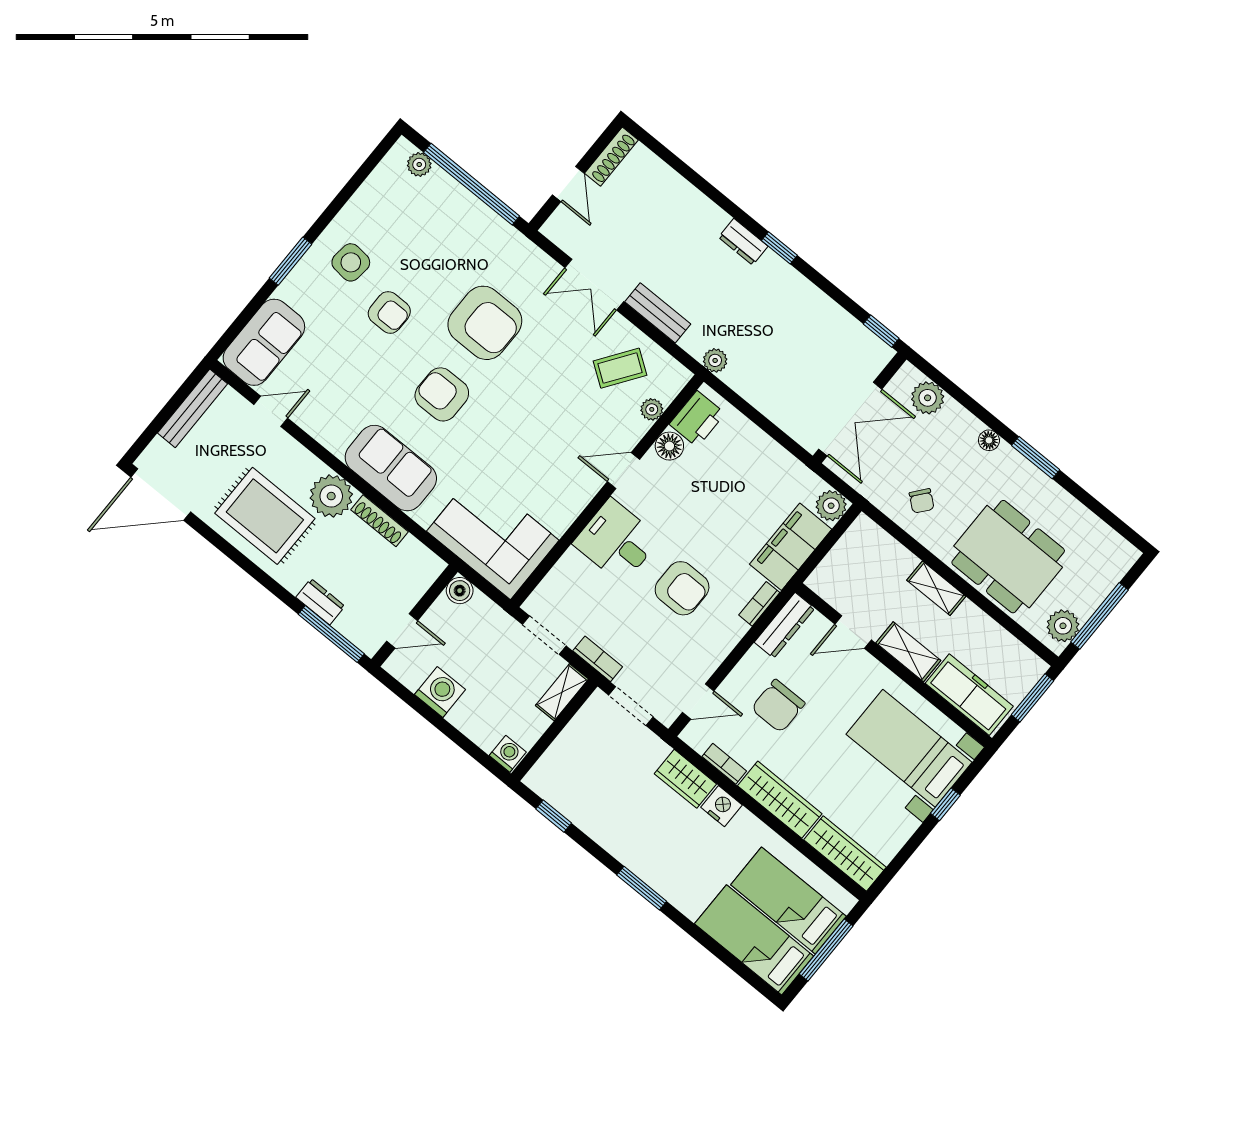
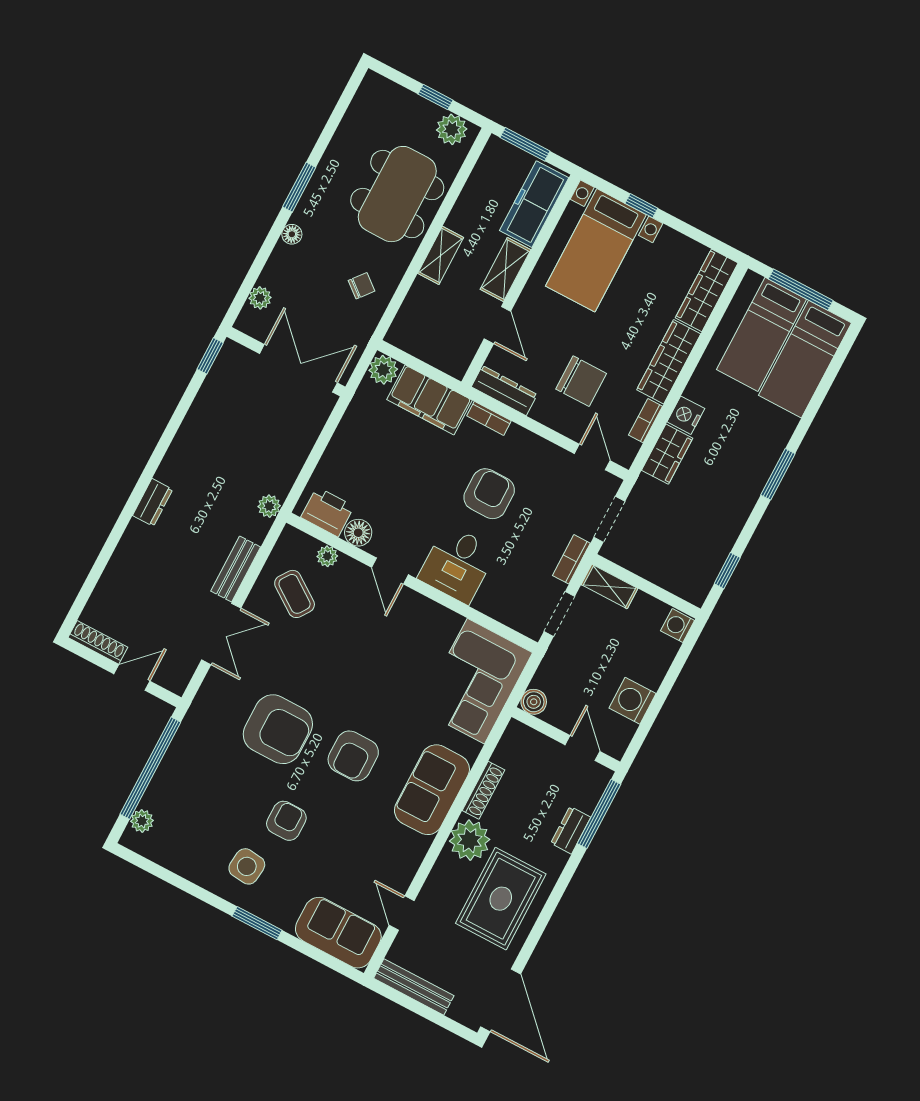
window: (779, 248) -> (151, 467), removed
armchair: (485, 323) -> (278, 729), turned 90
plant: (928, 398) -> (260, 298), width x0.73, depth x0.73
window: (1099, 616) -> (435, 97), width x0.46

